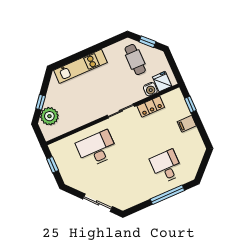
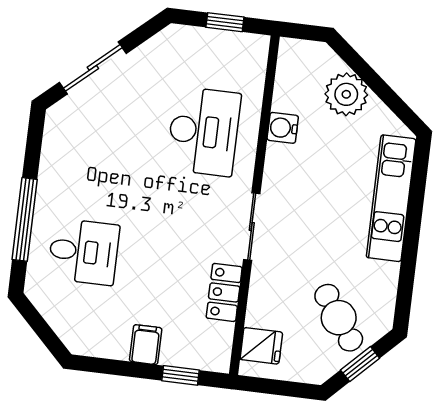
cafe table: (135, 60) -> (339, 318), turned 55
water cooler: (150, 89) -> (283, 128), moved
window: (41, 102) -> (366, 73), removed
plant: (49, 116) -> (346, 94), moved

